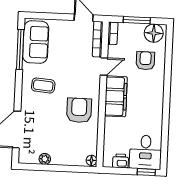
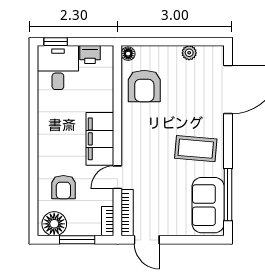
coffee table: (43, 85) -> (196, 149), width x1.36, depth x1.30
armchair: (79, 110) -> (144, 86), moved

